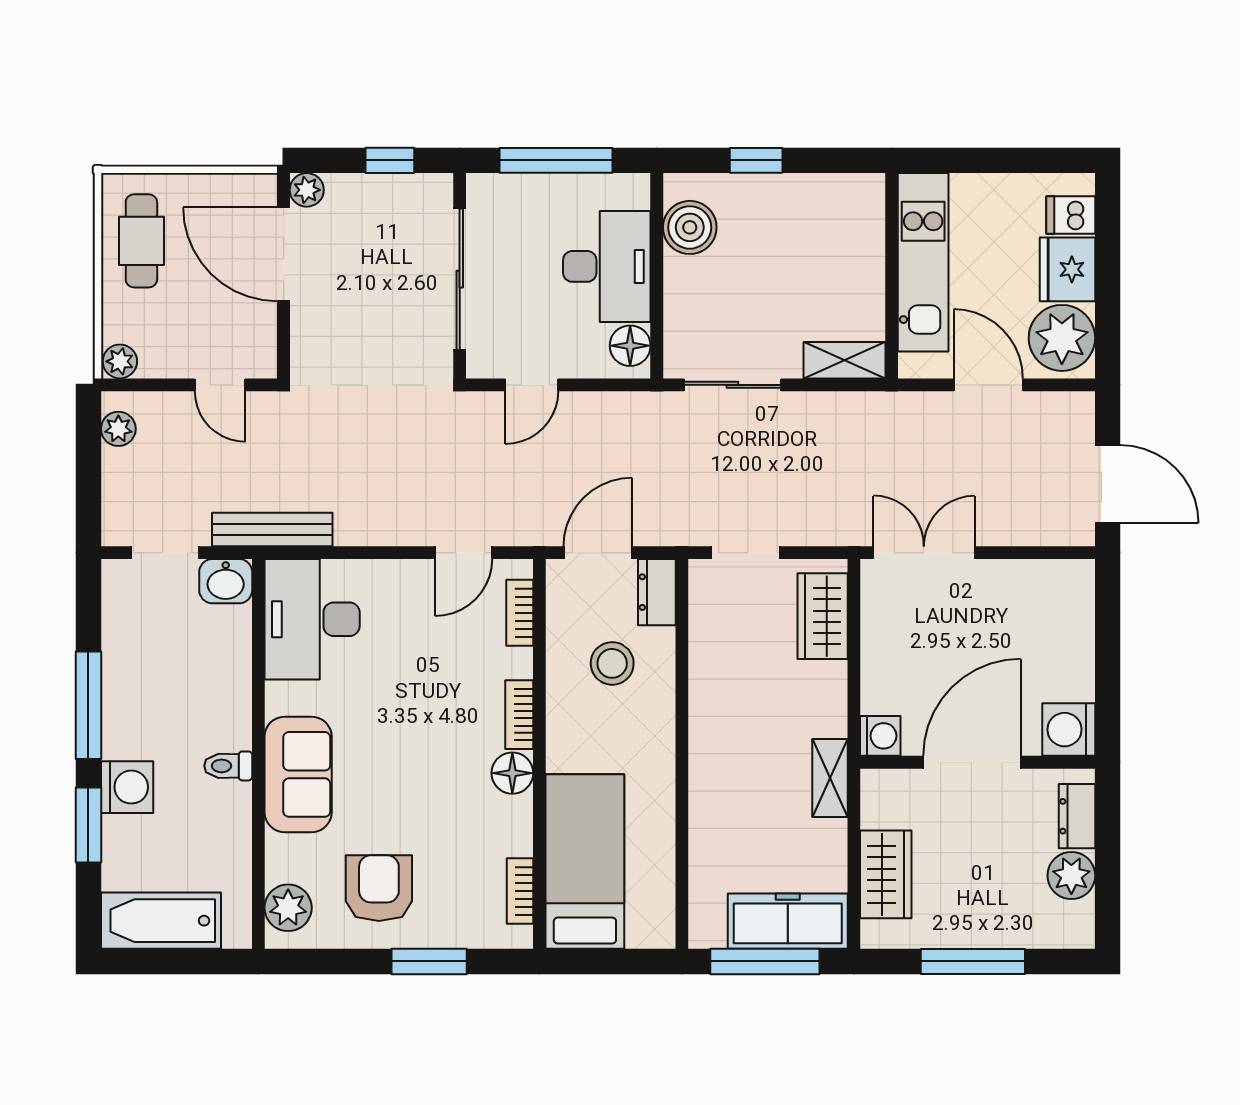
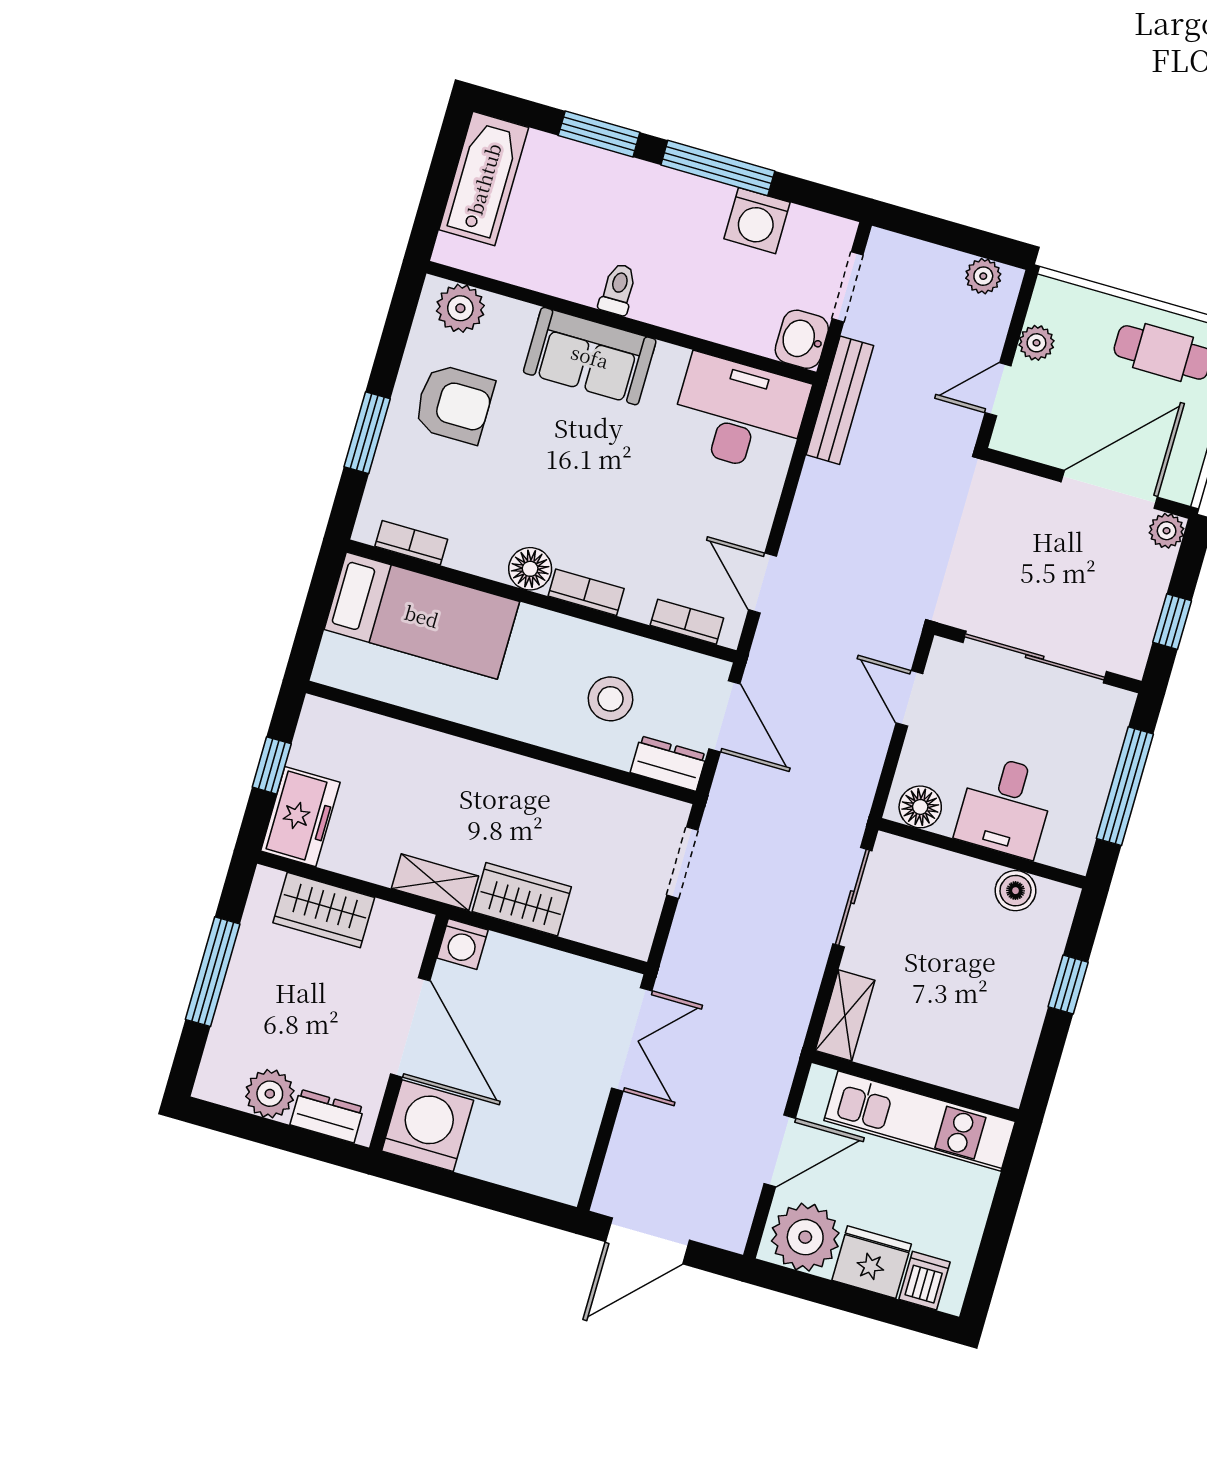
boiler: (690, 227) -> (1015, 891), width x0.73, depth x0.73
desk: (607, 266) -> (1005, 806), width x0.73
plant: (120, 361) -> (1036, 343), moved
wardrobe: (823, 616) -> (522, 899), moved
washing machine: (1069, 730) -> (428, 1126), width x1.37, depth x1.37
washing machine: (127, 787) -> (757, 221), moved
freezer: (788, 921) -> (300, 817), width x0.71
window: (765, 961) -> (272, 765), width x0.46

